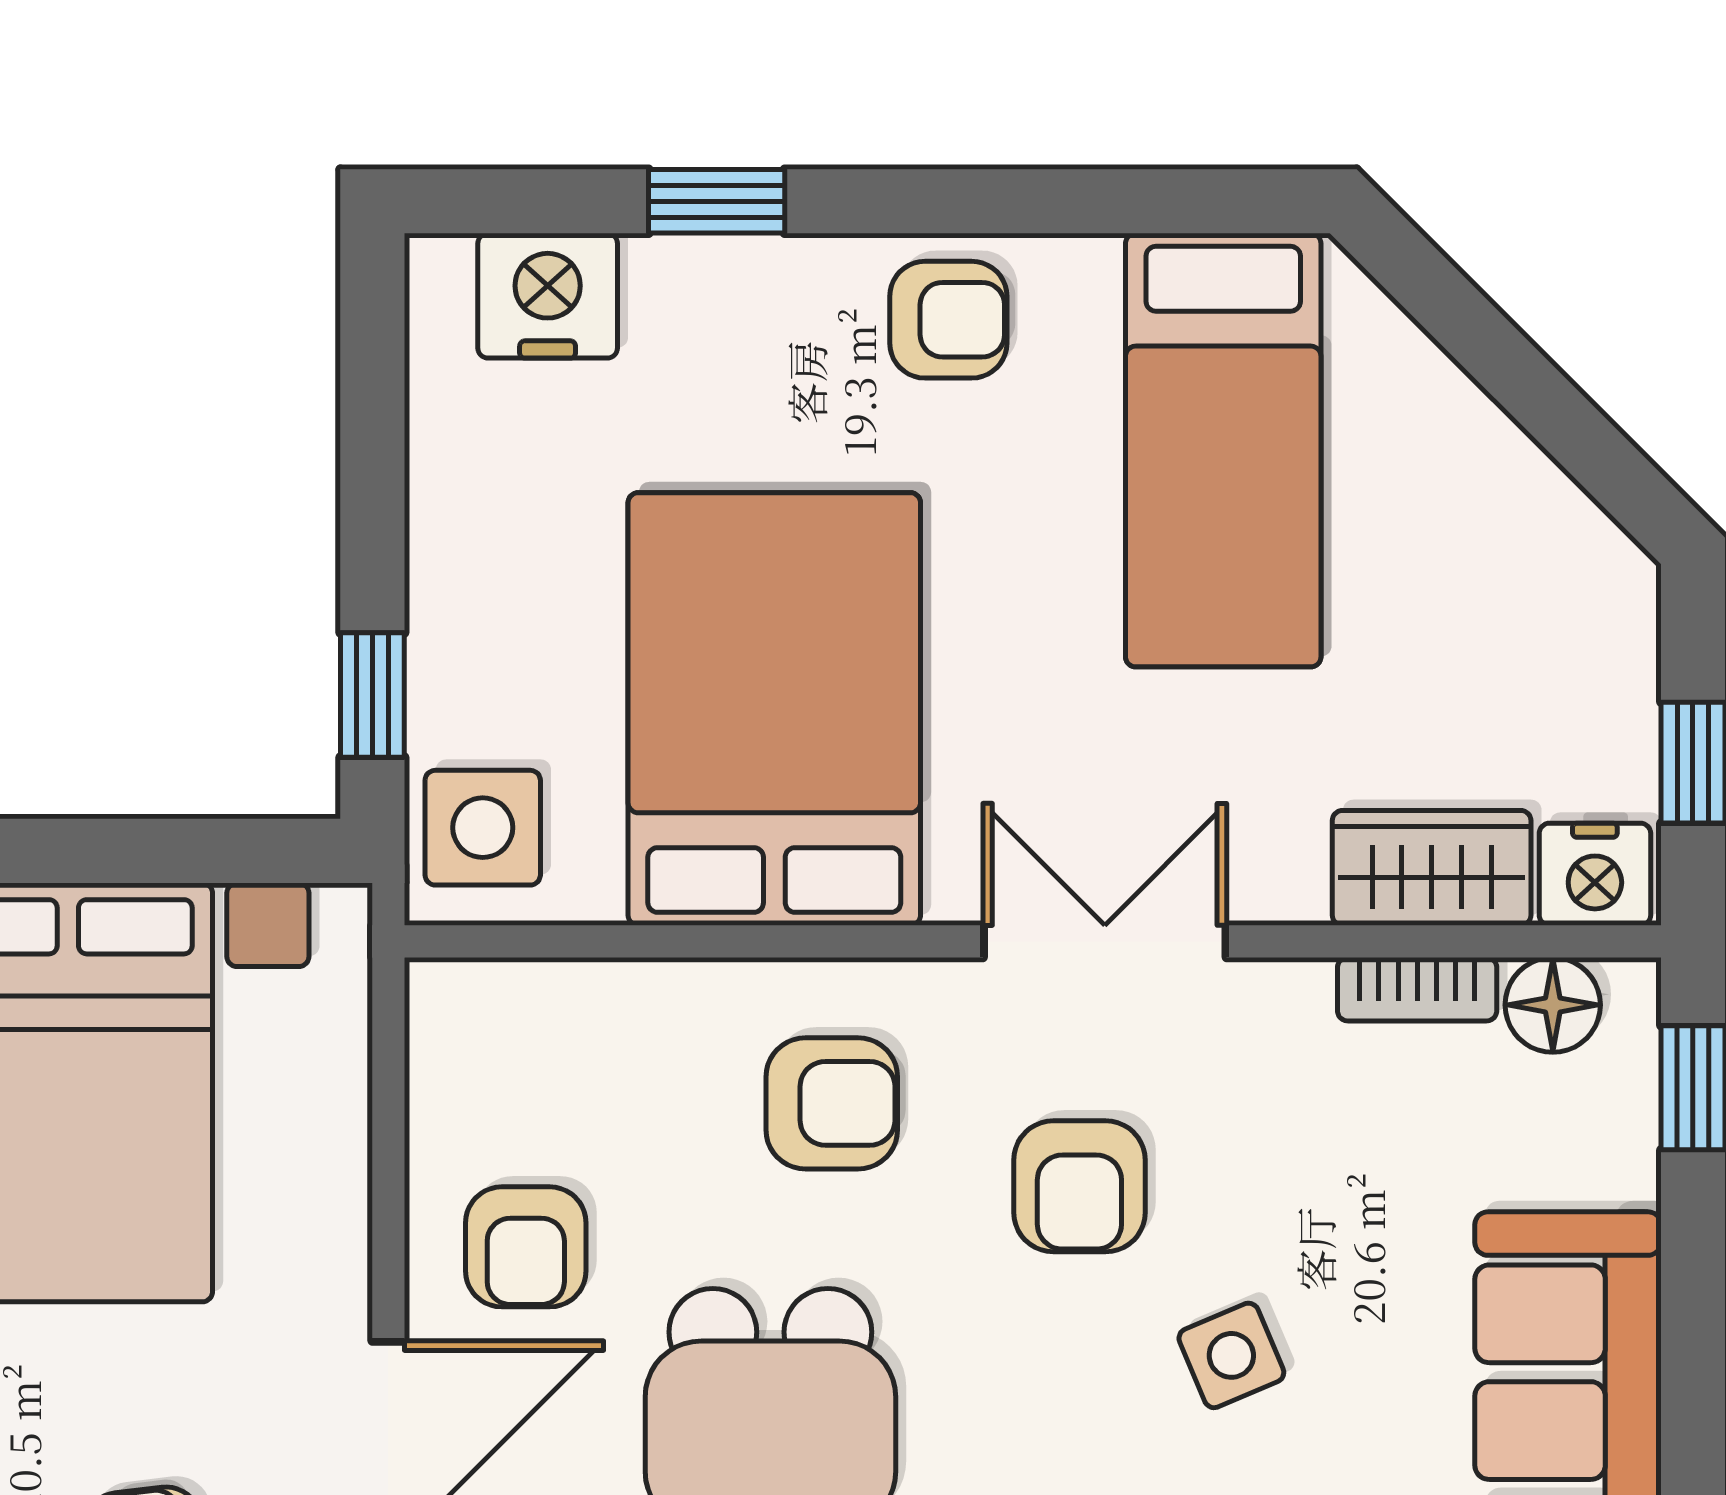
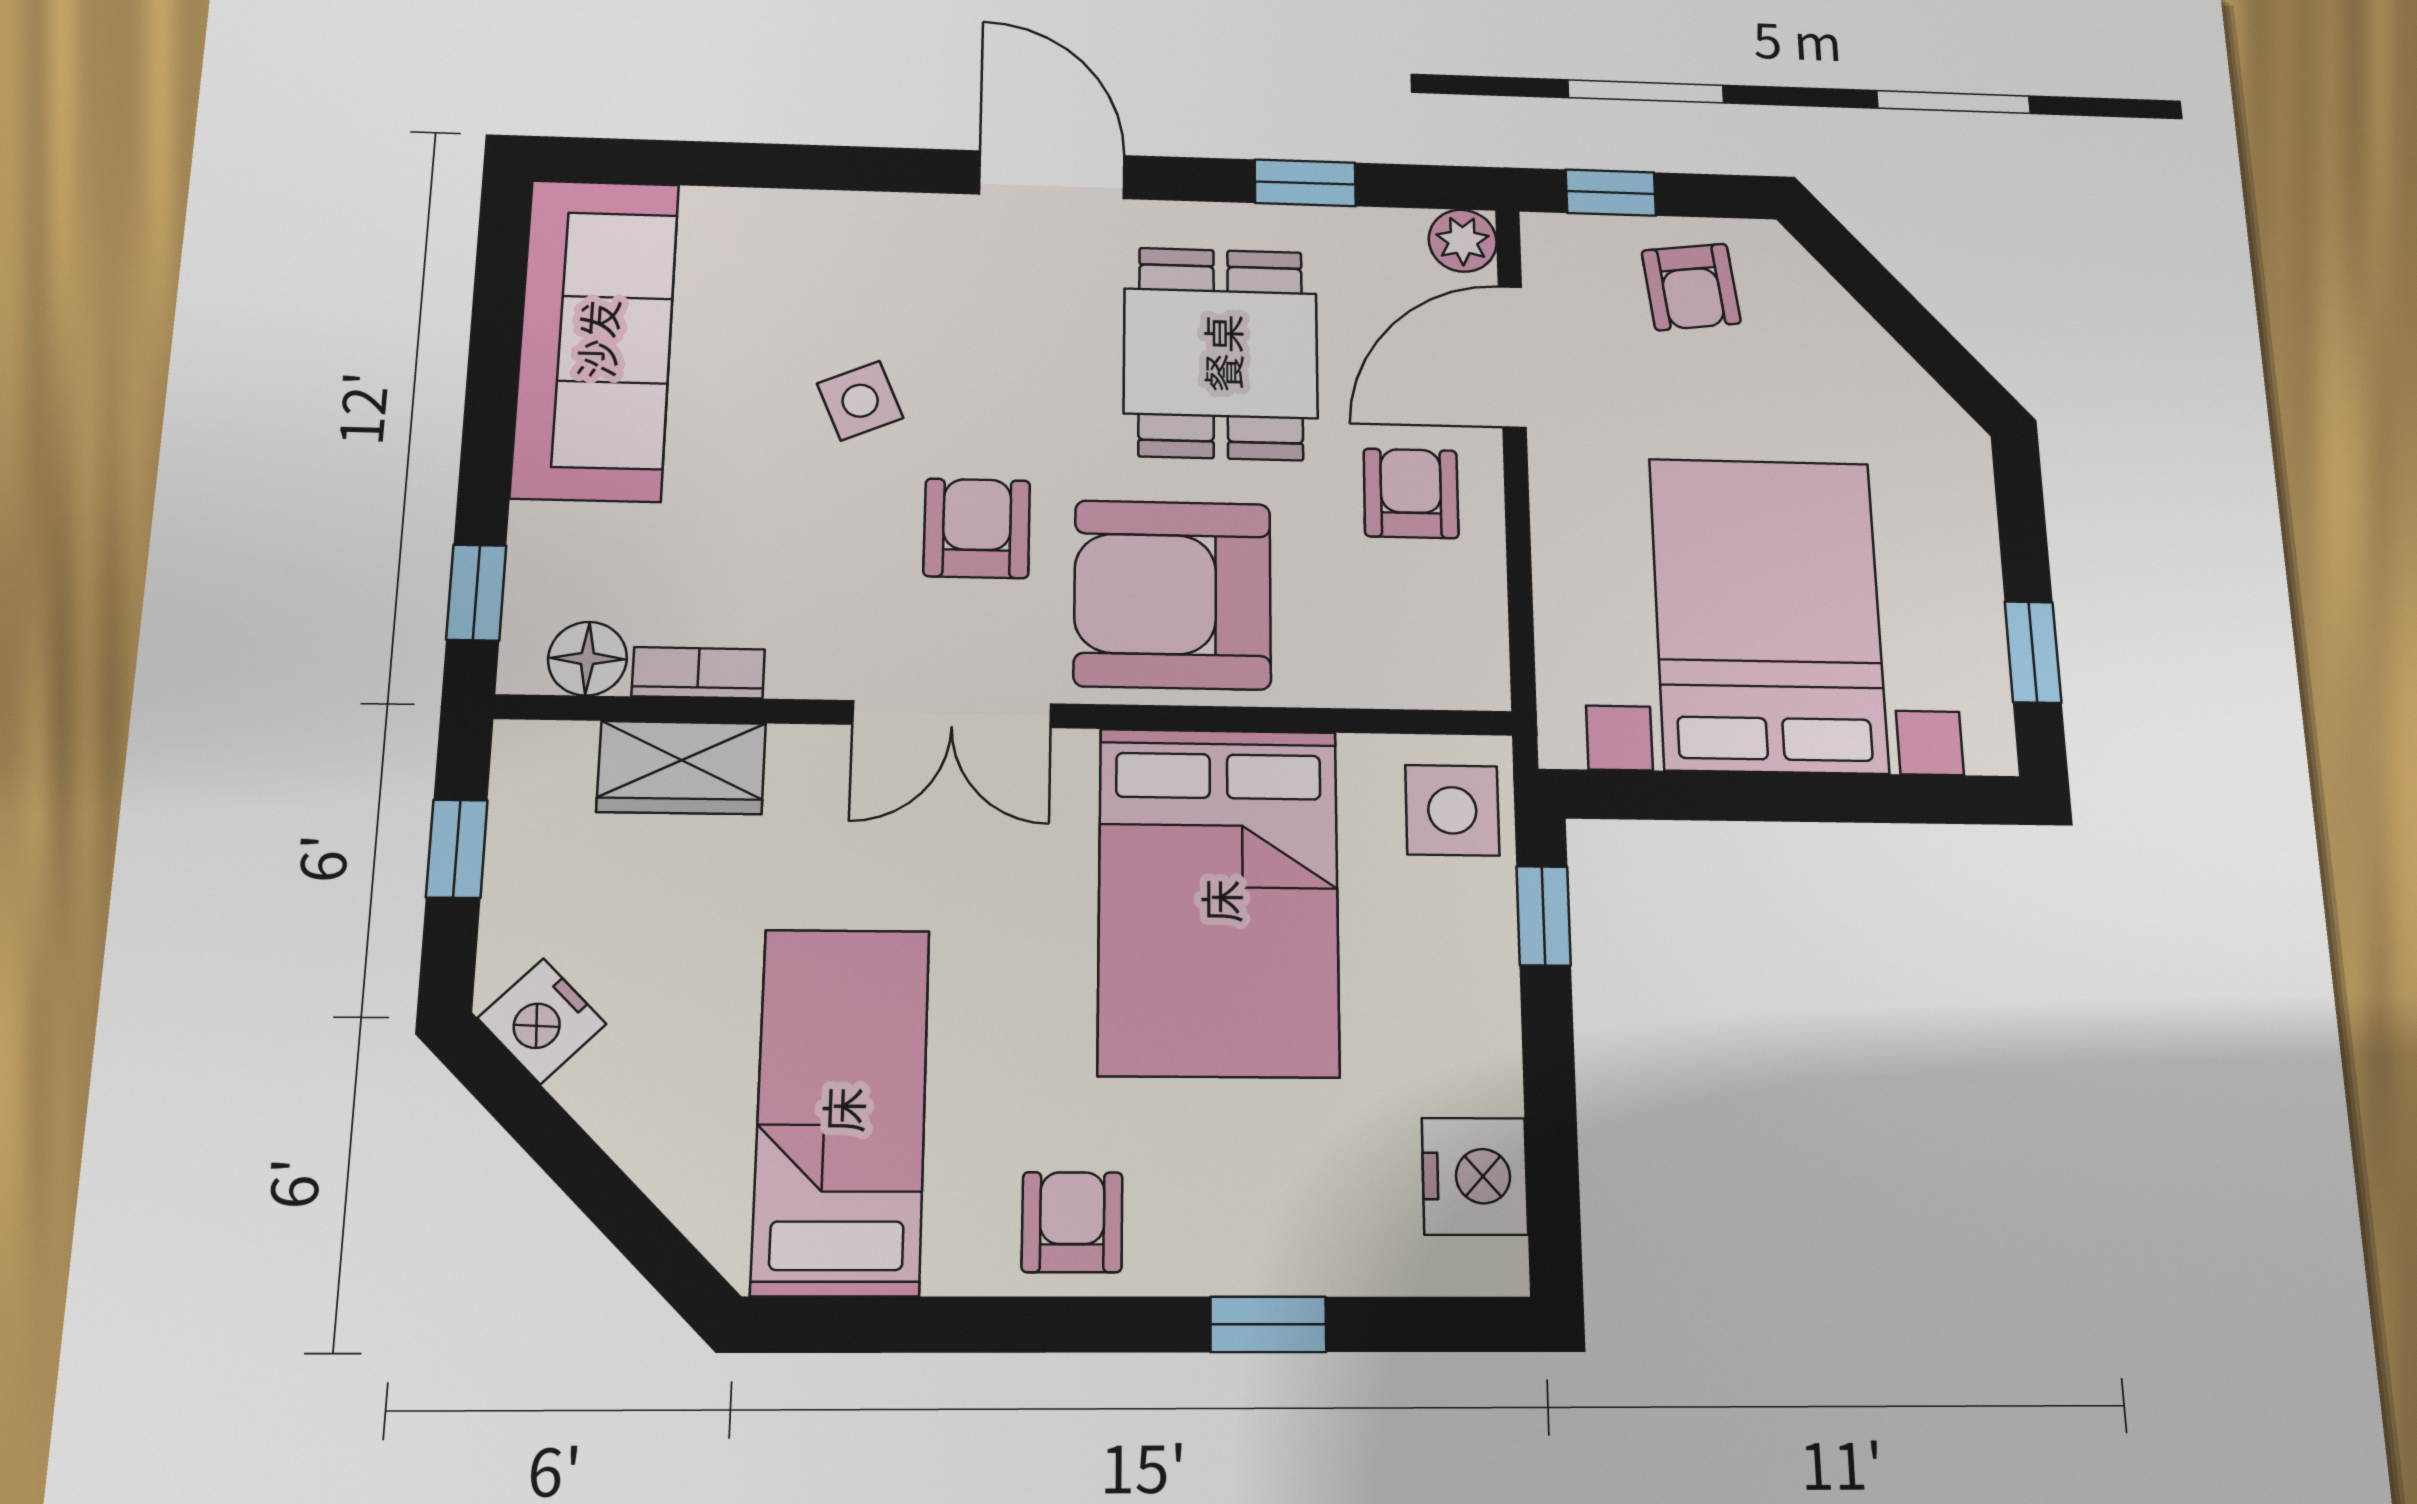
nightstand: (548, 296) -> (1475, 1176), moved, turned -90
armchair: (948, 320) -> (1072, 1222), turned 90
nightstand: (1595, 874) -> (542, 1021), moved, turned -135
armchair: (832, 1103) -> (1173, 594), width x1.88, depth x1.88

